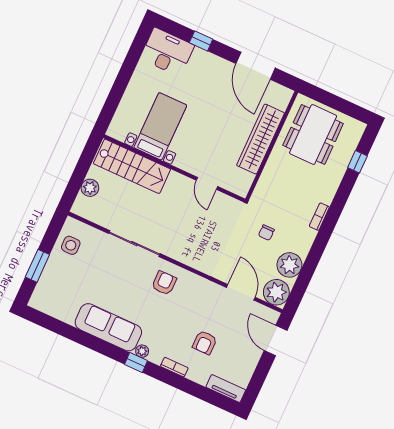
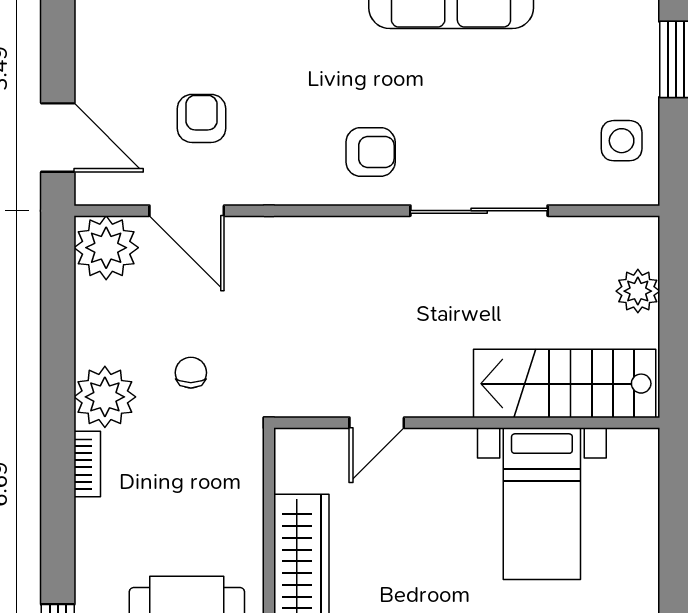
door: (207, 183) -> (377, 423), swing flipped
plant: (289, 265) -> (105, 397), moved
armchair: (164, 283) -> (371, 152), turned -90
armchair: (205, 343) -> (202, 118), moved

